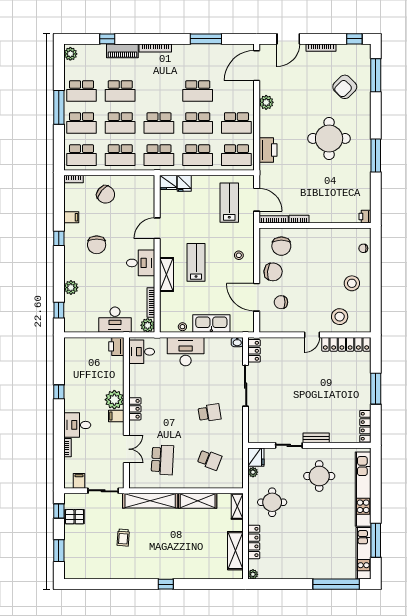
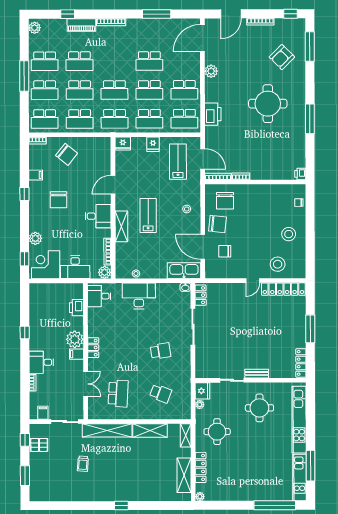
fridge: (184, 183) -> (153, 144), moved
corner desk: (82, 317) -> (46, 265), added
kitchen sink: (211, 323) -> (184, 271), moved
printer: (116, 346) -> (76, 308), moved

